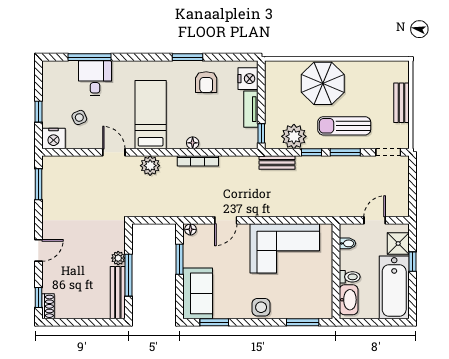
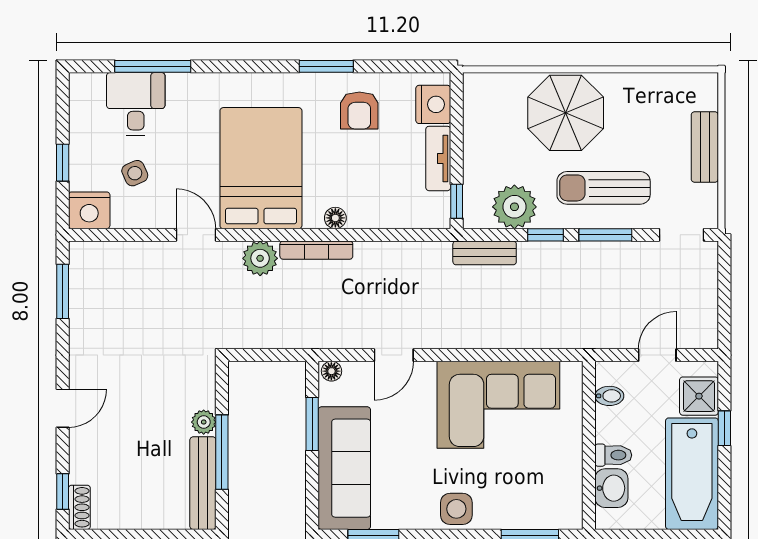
desk: (95, 78) -> (136, 104), moved
bed: (151, 115) -> (261, 168), width x1.50
bookcase: (198, 161) -> (316, 250), moved
sofa: (198, 293) -> (344, 468), width x1.36
washbasin: (349, 300) -> (611, 488), width x0.72

